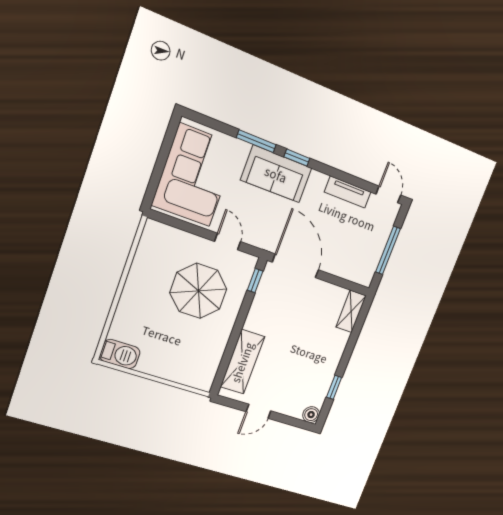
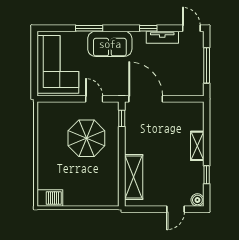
window: (297, 158) -> (148, 28), moved
shelving: (351, 311) -> (197, 146), moved
door: (258, 411) -> (176, 209), moved

